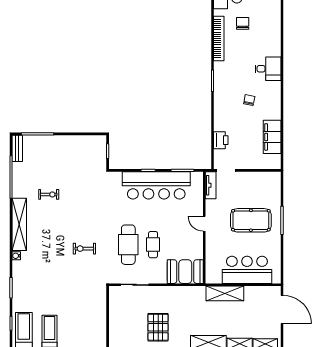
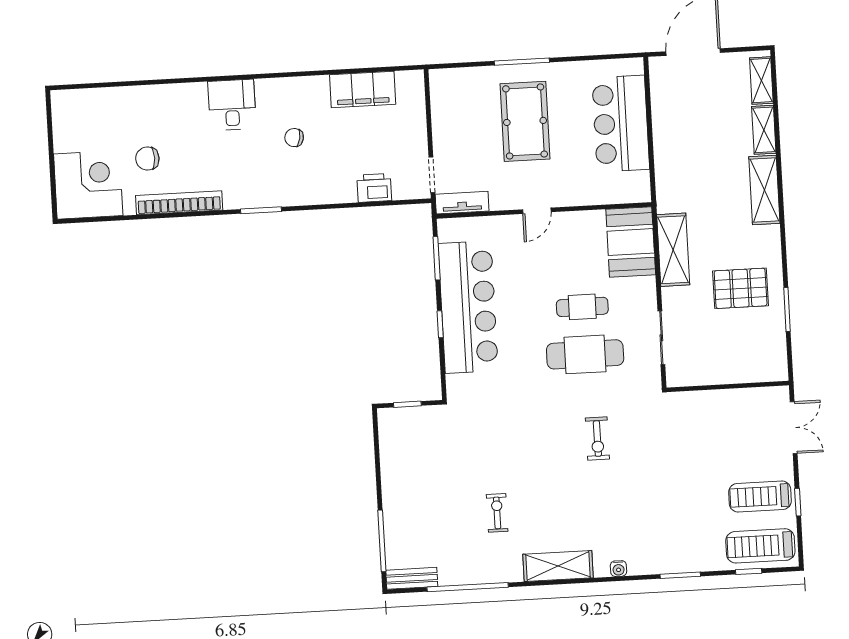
shelving: (19, 224) -> (558, 566), width x0.68
shelving: (225, 293) -> (673, 250), moved

